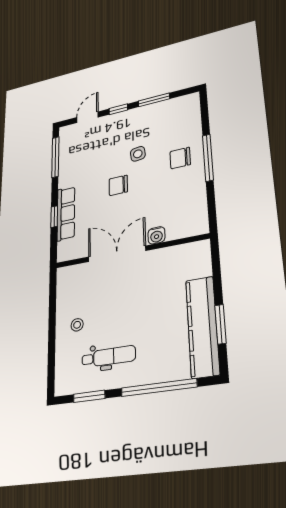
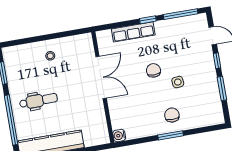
window: (208, 158) -> (171, 135), width x0.69
window: (54, 217) -> (148, 20), moved
water cooler: (156, 235) -> (119, 136), moved
dental chair: (109, 357) -> (38, 101), moved, turned -91

